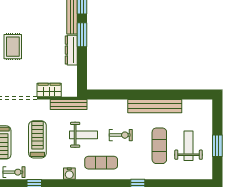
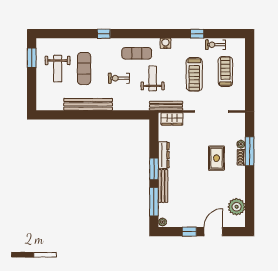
wardrobe: (49, 90) -> (172, 119), moved
weight bench: (83, 135) -> (153, 78), turned 90
window: (217, 146) -> (32, 58), moved

